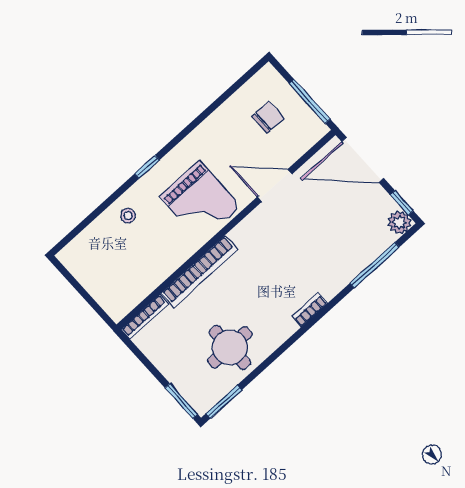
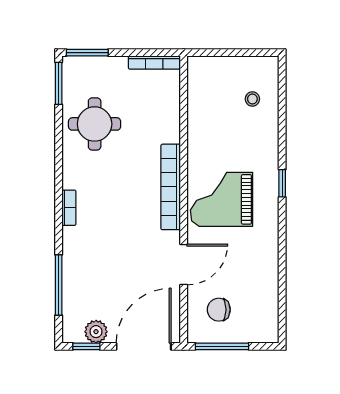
chair: (268, 117) -> (219, 310), moved, turned 90
stool: (128, 216) -> (252, 99), moved
plant: (399, 222) -> (96, 332), moved
bookcase: (199, 271) -> (171, 187), moved
bookcase: (145, 317) -> (154, 62), moved, turned -90

